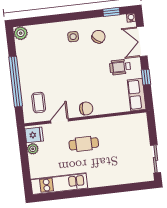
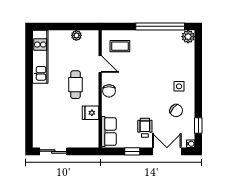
window: (16, 82) -> (160, 26), moved
row of seats: (137, 95) -> (109, 131), moved, turned 90
fridge: (34, 135) -> (91, 113), moved, turned 90

